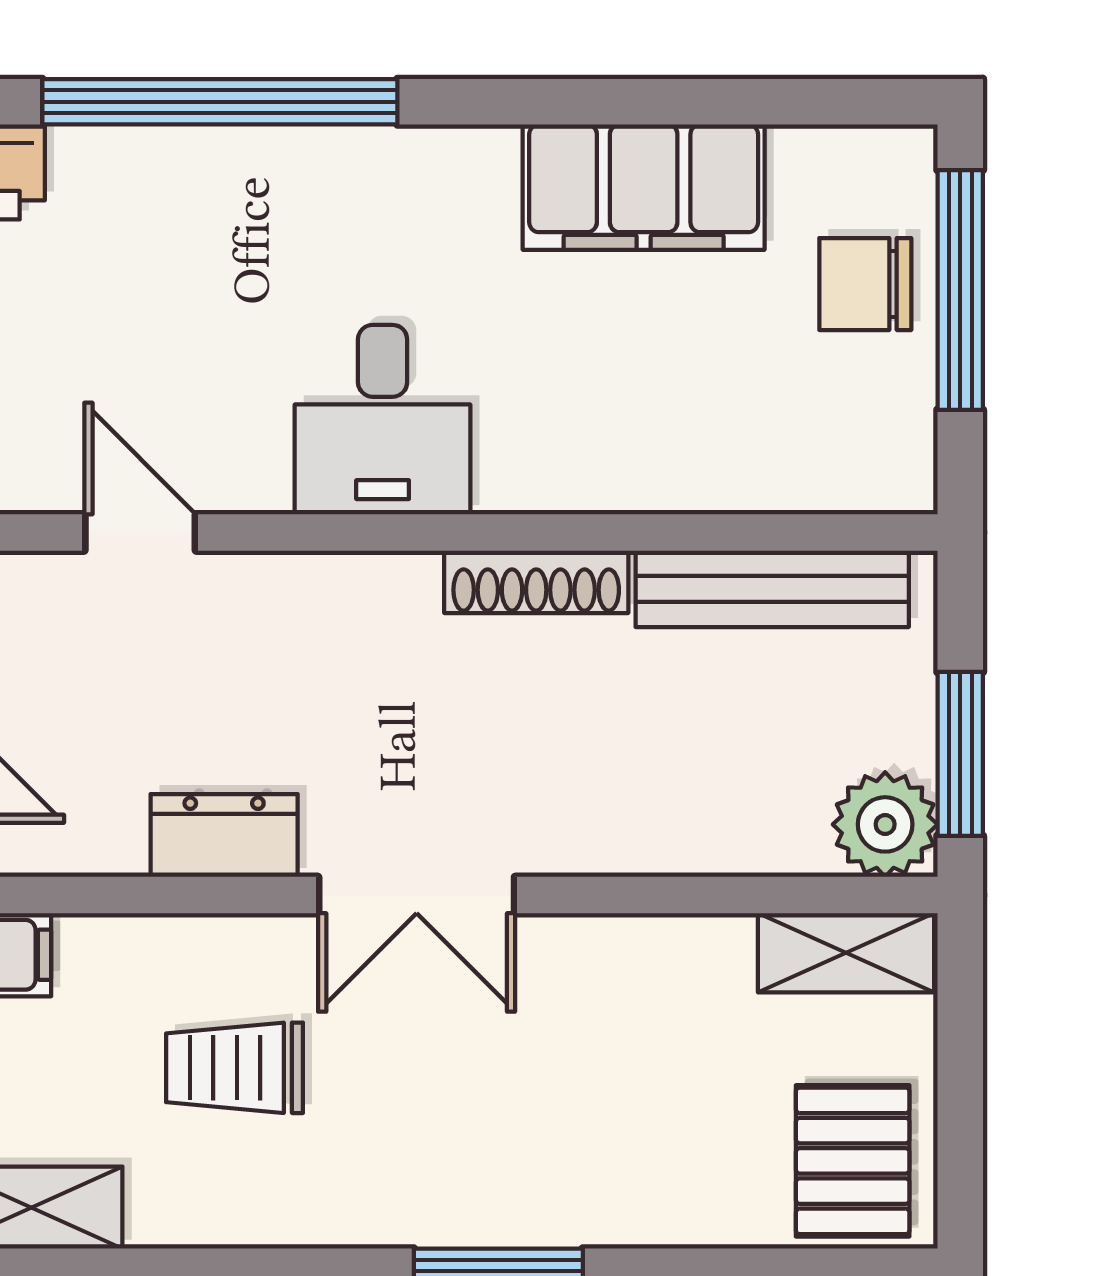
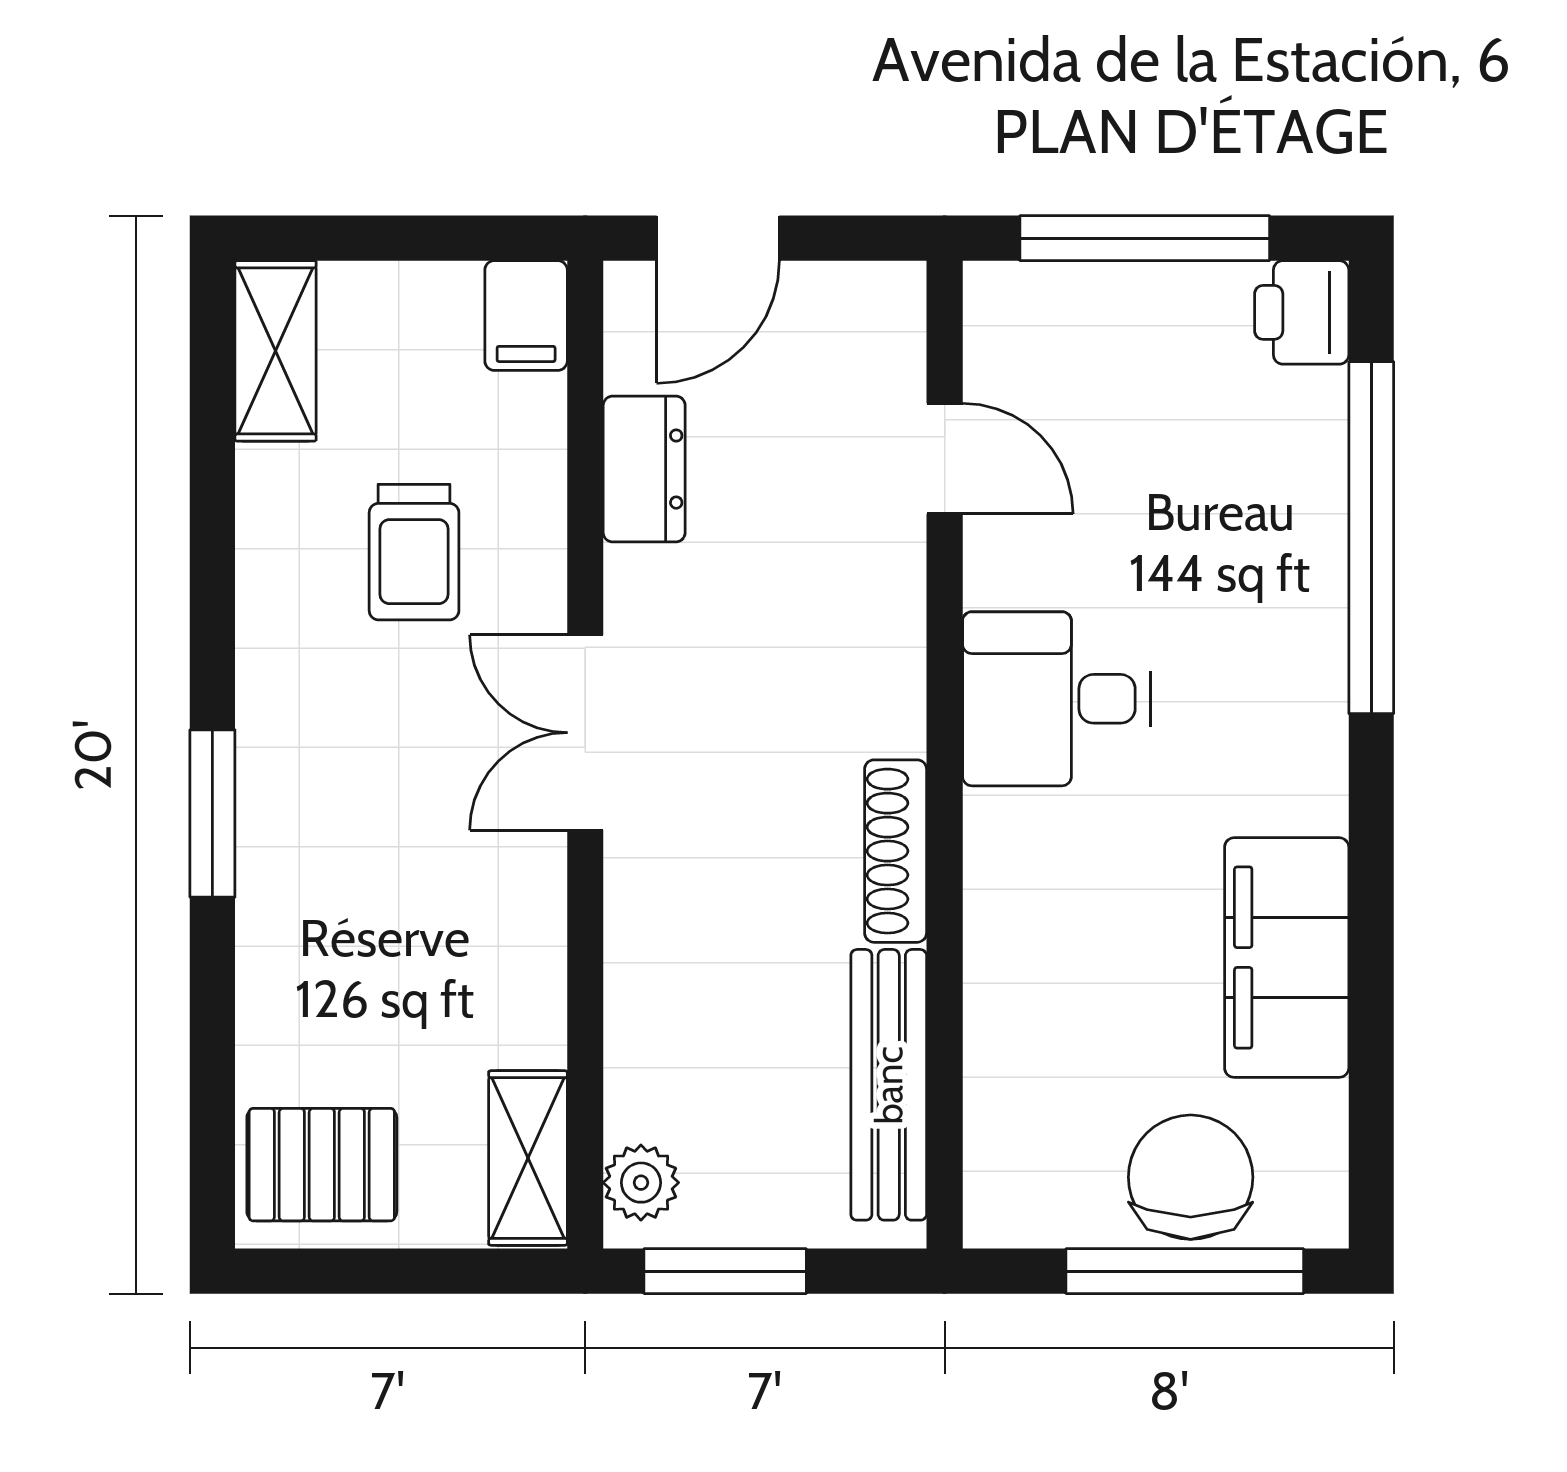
chair: (865, 284) -> (1191, 1177), width x1.37, depth x1.37
door: (140, 532) -> (945, 459), hinge flipped
plant: (885, 824) -> (641, 1183), width x0.73, depth x0.73
dresser: (224, 836) -> (644, 469), moved
trolley: (235, 1068) -> (414, 552), turned 180

